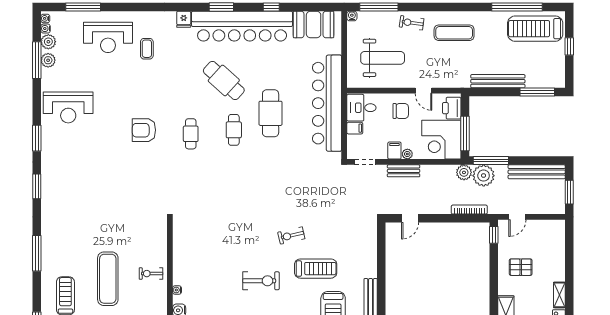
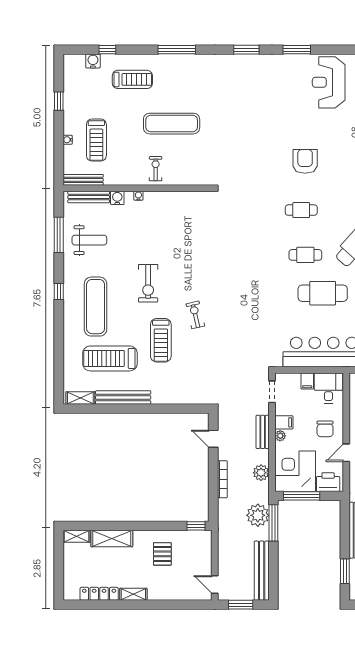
window: (537, 92) -> (345, 571), width x0.69
plant: (464, 172) -> (261, 473), moved
bookcase: (469, 210) -> (222, 479), moved
door: (517, 217) -> (215, 585), moved
exercise mat: (108, 279) -> (172, 124), moved

